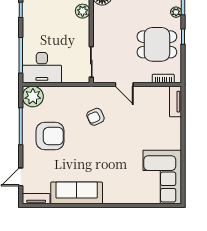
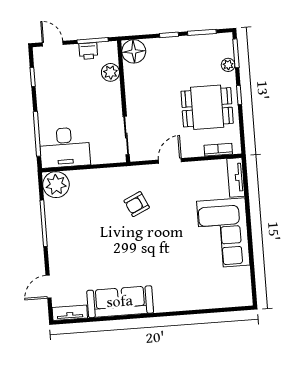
door: (124, 85) -> (170, 161), swing flipped
armchair: (50, 136) -> (81, 233), removed
corner sofa: (162, 177) -> (223, 233), moved

